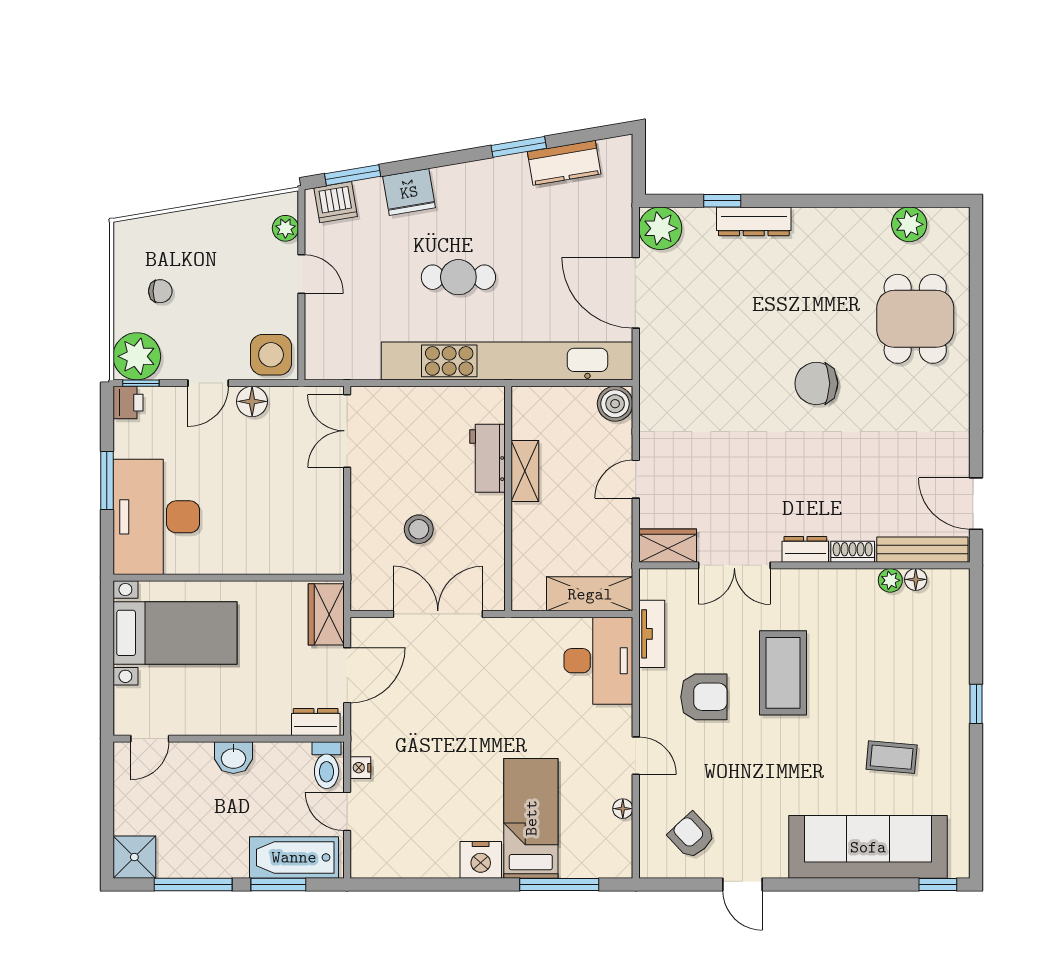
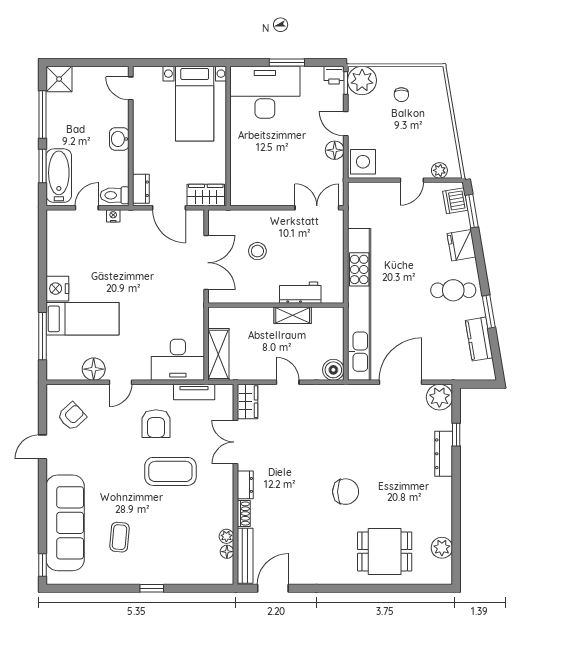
cafe table: (458, 277) -> (453, 290), moved, turned 90
chair: (816, 383) -> (346, 492), turned 90
floor lamp: (623, 809) -> (94, 369), width x1.89, depth x1.89

